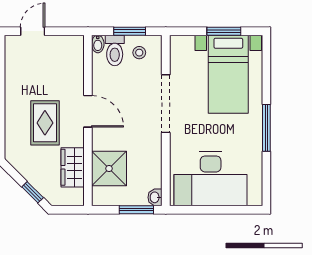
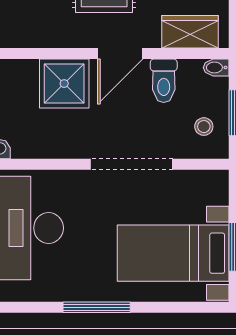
toilet: (115, 50) -> (164, 81), moved, turned -90
wardrobe: (73, 167) -> (190, 32), moved
shower: (109, 169) -> (64, 84), moved

